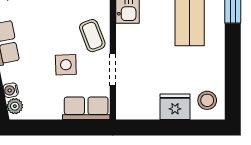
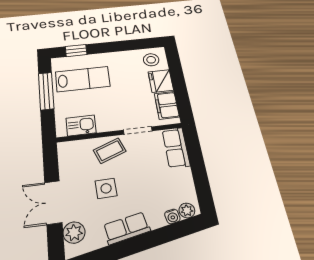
side table: (66, 65) -> (106, 188), moved
filing cabinet: (141, 108) -> (167, 105), added

